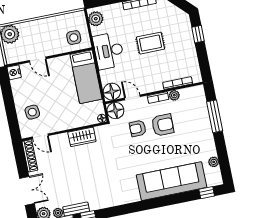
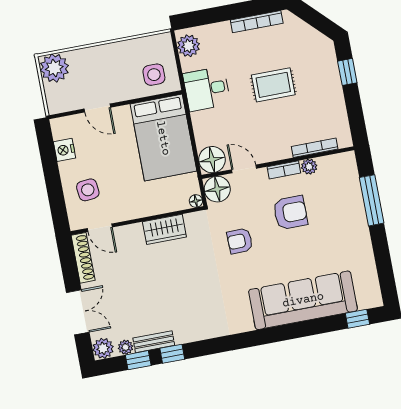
desk: (109, 51) -> (207, 89), width x0.73
nightstand: (14, 72) -> (65, 150), moved
bed: (86, 77) -> (163, 138), width x1.50
armchair: (138, 128) -> (240, 241), moved
plant: (214, 162) -> (369, 271), removed

